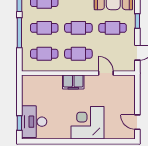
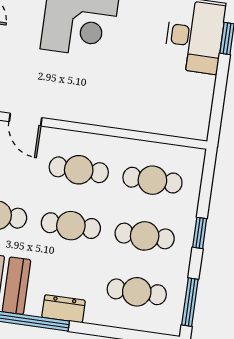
window: (19, 33) -> (200, 233), width x0.46
filing cabinet: (73, 82) -> (99, 111), removed

